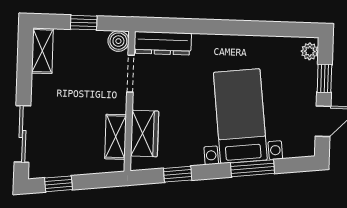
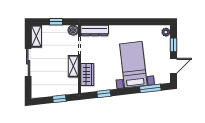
sliding door: (22, 134) -> (28, 62), moved
shelving: (116, 137) -> (73, 66), moved
window: (253, 168) -> (150, 88), moved
window: (58, 184) -> (59, 99), moved

